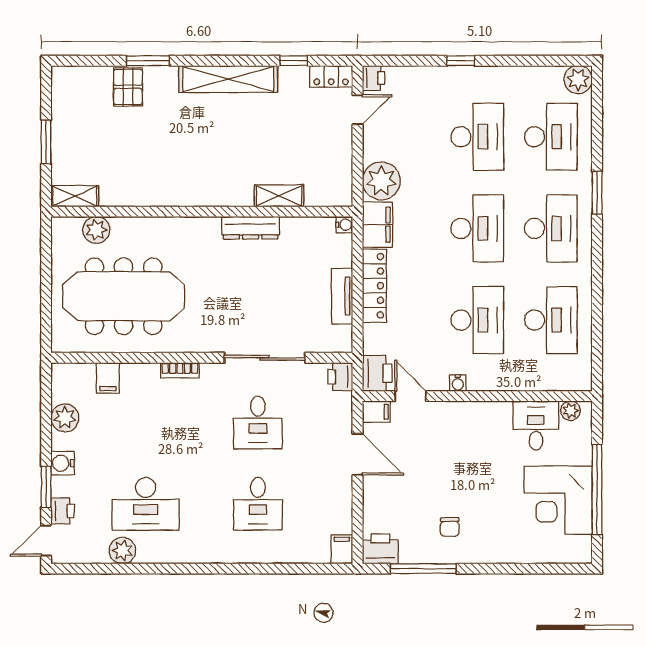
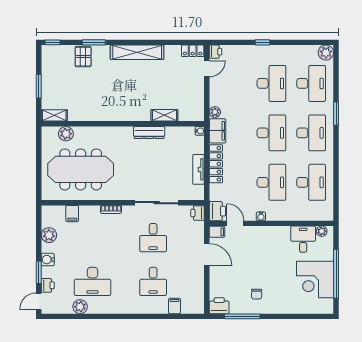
window: (294, 61) -> (52, 42), moved
plant: (381, 181) -> (215, 112), width x0.53, depth x0.53
filing cabinet: (342, 549) -> (175, 306), moved

